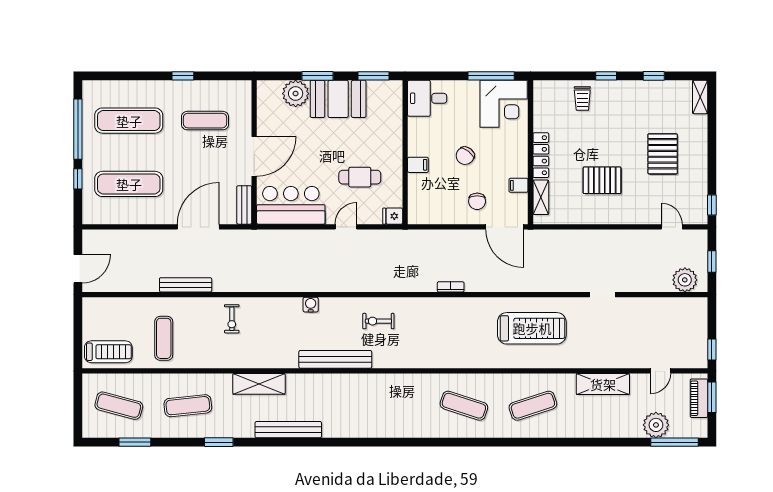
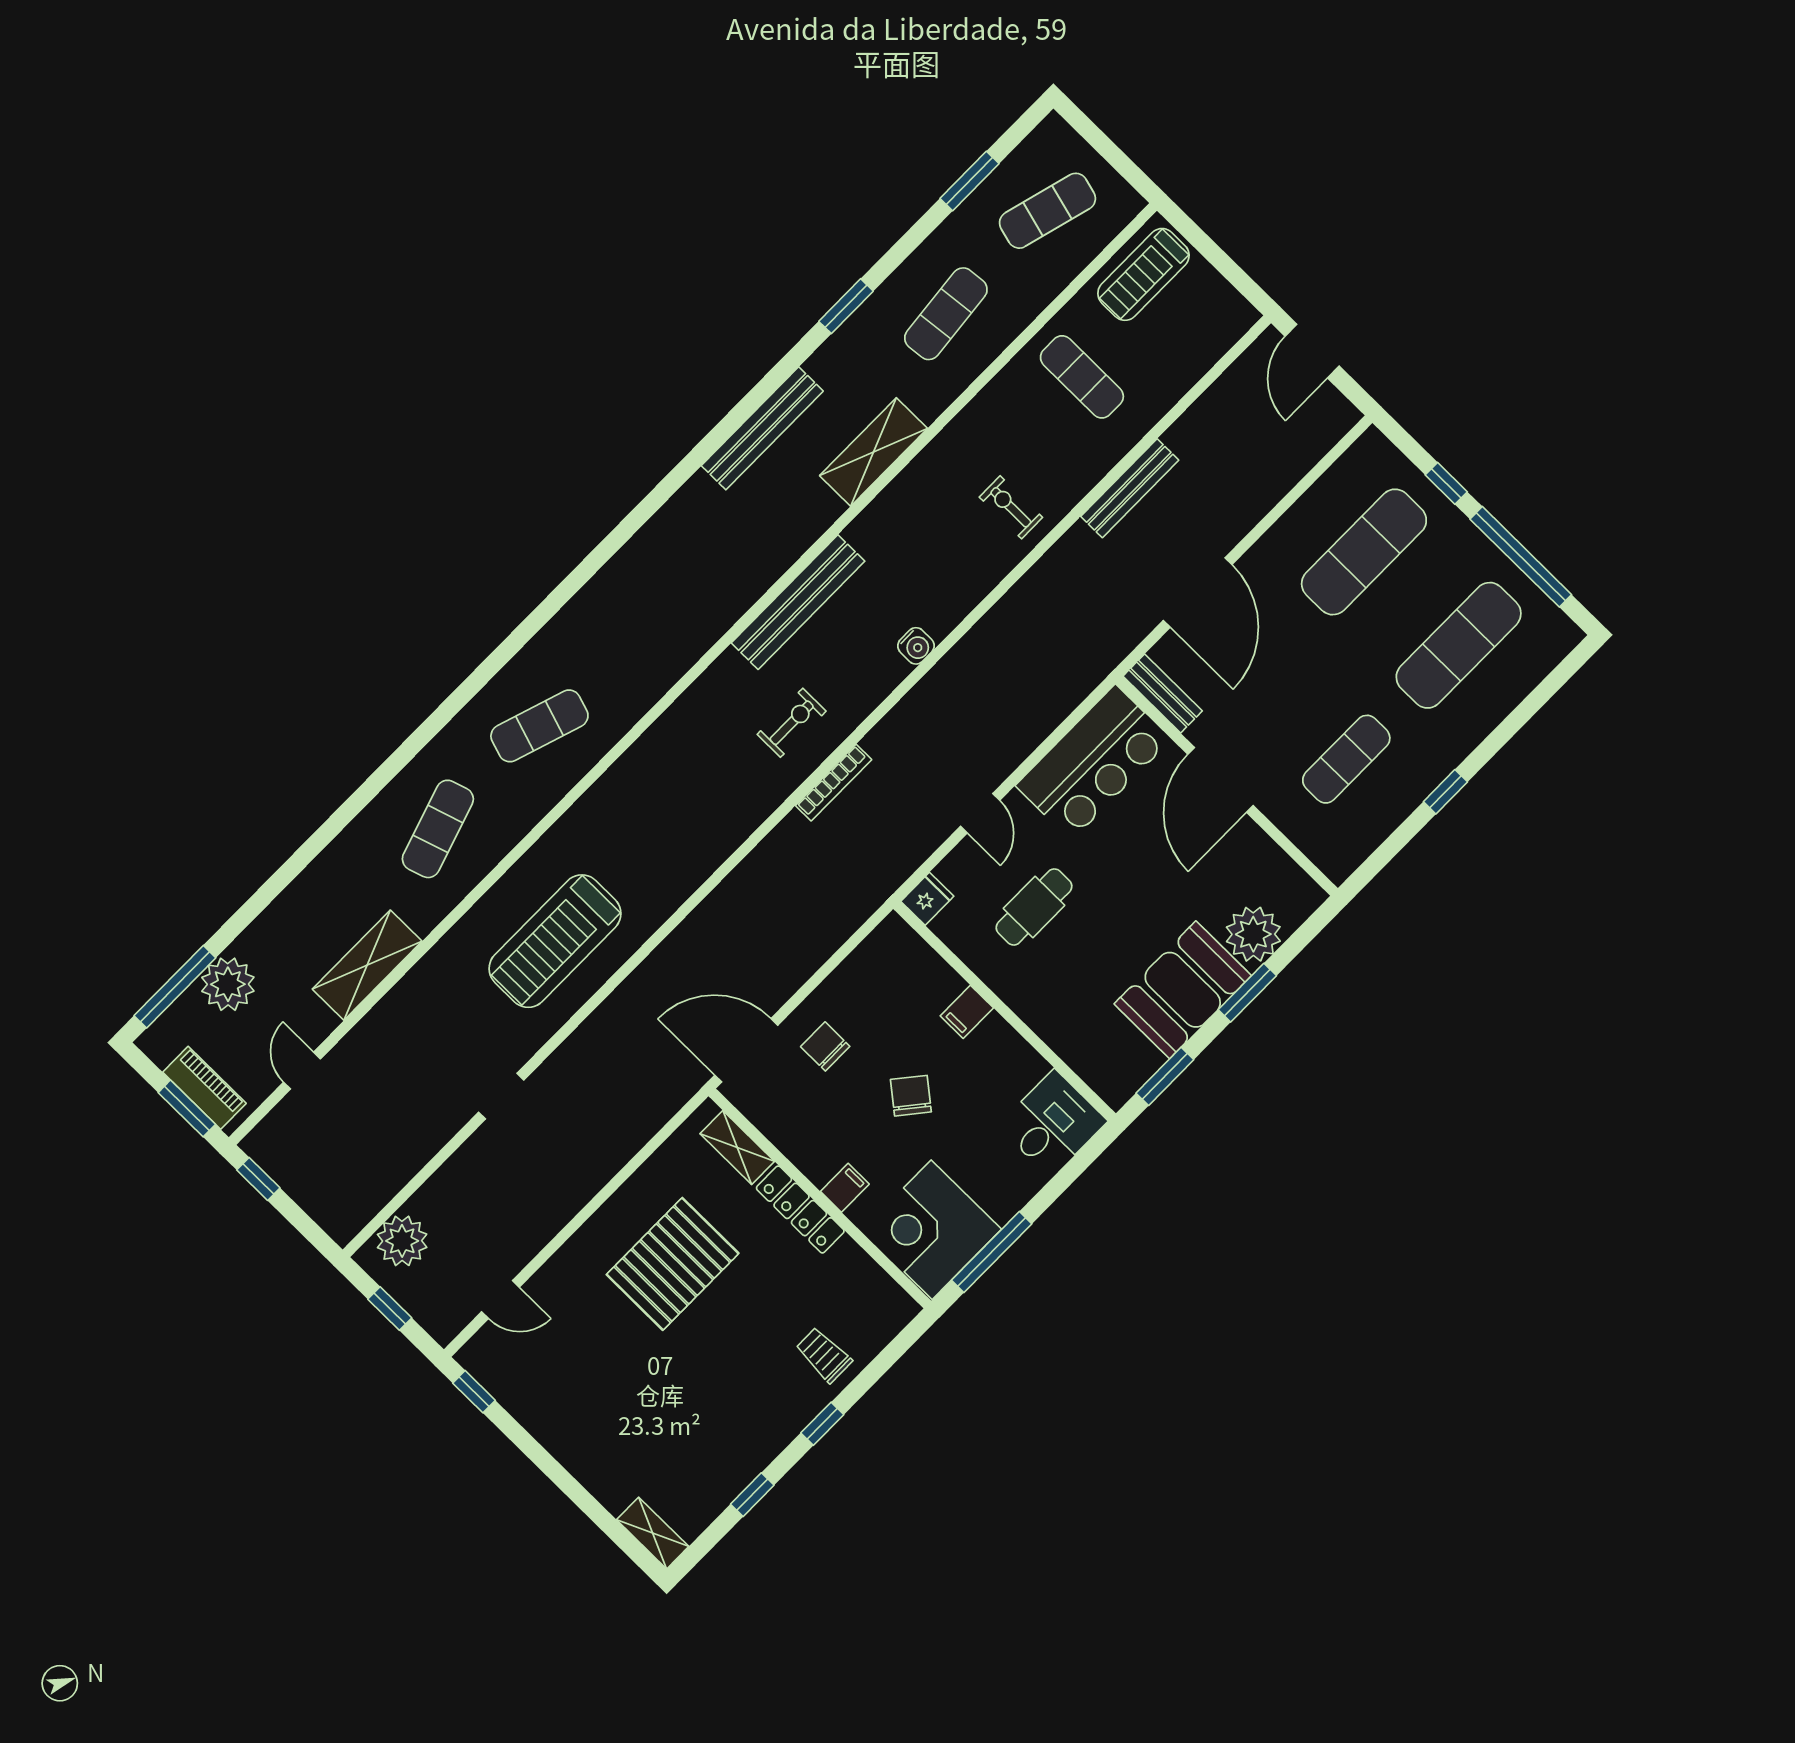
pallet: (663, 154) -> (623, 1393), removed
pallet: (602, 180) -> (673, 1264), width x1.37, depth x1.41
filing cabinet: (518, 185) -> (845, 1188), moved
bookcase: (451, 287) -> (834, 783), moved, width x1.56

